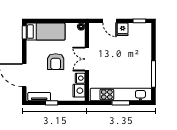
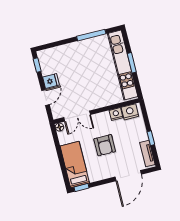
double door: (87, 59) -> (77, 116), moved
armchair: (56, 62) -> (105, 145), turned 90

